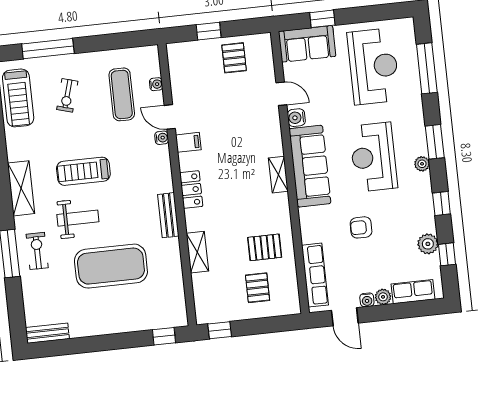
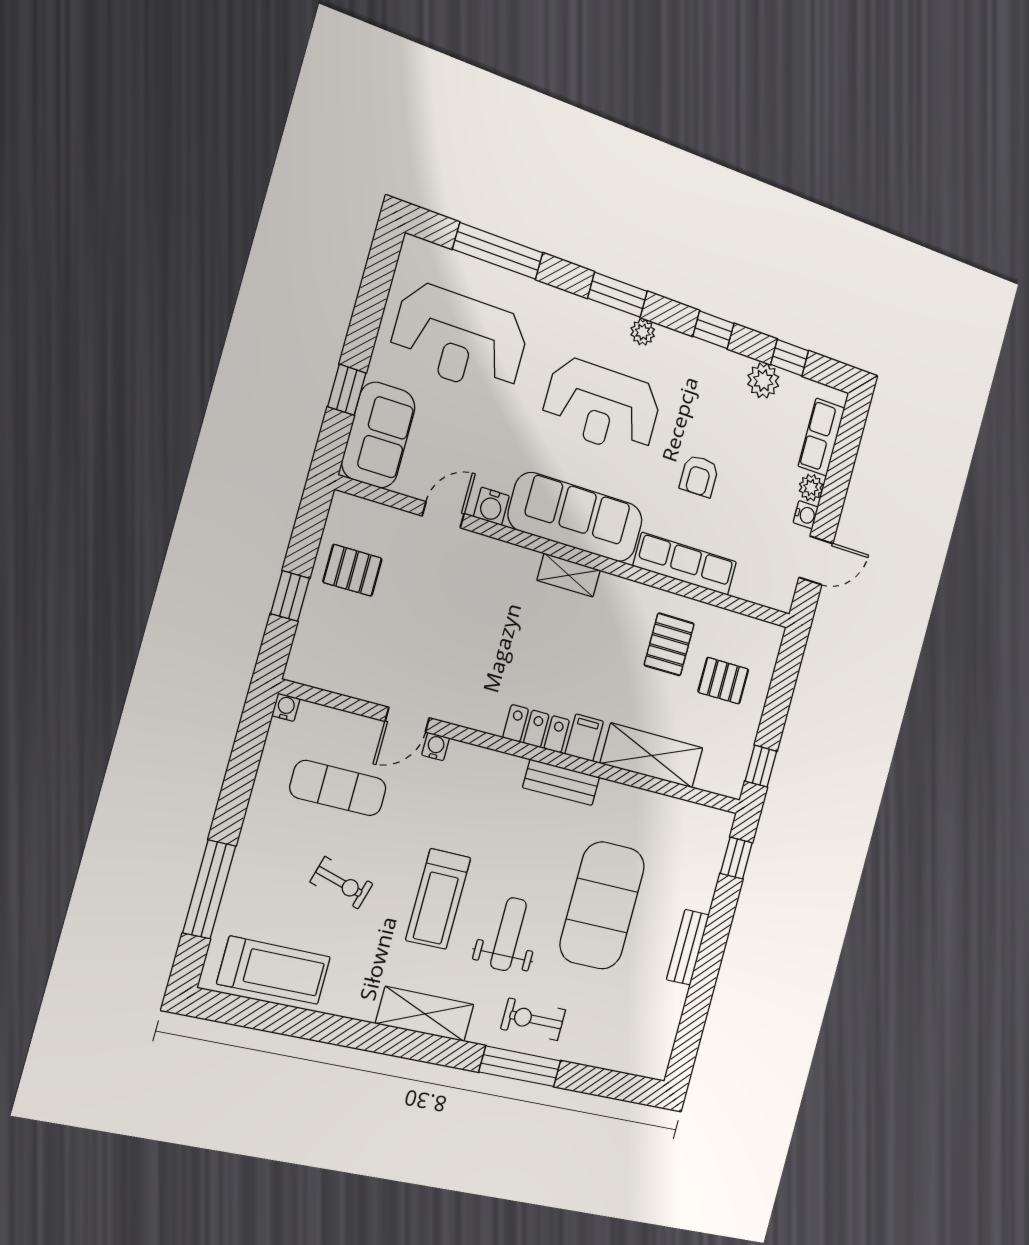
reception desk: (374, 66) -> (460, 339), turned 180
water cooler: (156, 84) -> (286, 707), moved
exercise bike: (67, 95) -> (342, 883), moved
filing cabinet: (188, 142) -> (584, 738), moved
shelving: (197, 252) -> (652, 756), width x1.50, depth x1.33
row of seats: (315, 275) -> (685, 564), moved
bench: (47, 333) -> (688, 947), moved

